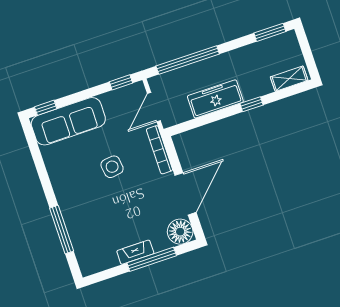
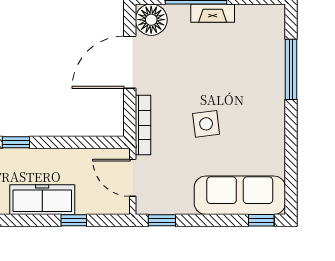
window: (188, 60) -> (74, 220), width x0.32
freezer: (215, 99) -> (42, 200), moved, turned 180
door: (154, 107) -> (133, 178), swing flipped

